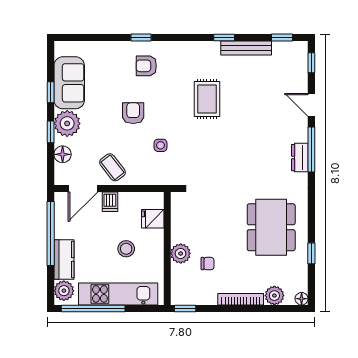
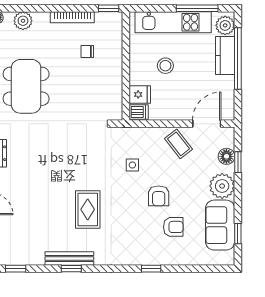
bench: (246, 48) -> (69, 258), moved
armchair: (146, 66) -> (173, 227), moved
window: (51, 92) -> (238, 234), moved
window: (51, 132) -> (238, 162), moved
dishwasher: (110, 202) -> (139, 112), moved, turned 90
window: (51, 233) -> (238, 59), moved
plant: (181, 253) -> (113, 61), removed
bookcase: (241, 299) -> (72, 17), moved
window: (93, 309) -> (197, 8), width x0.68

